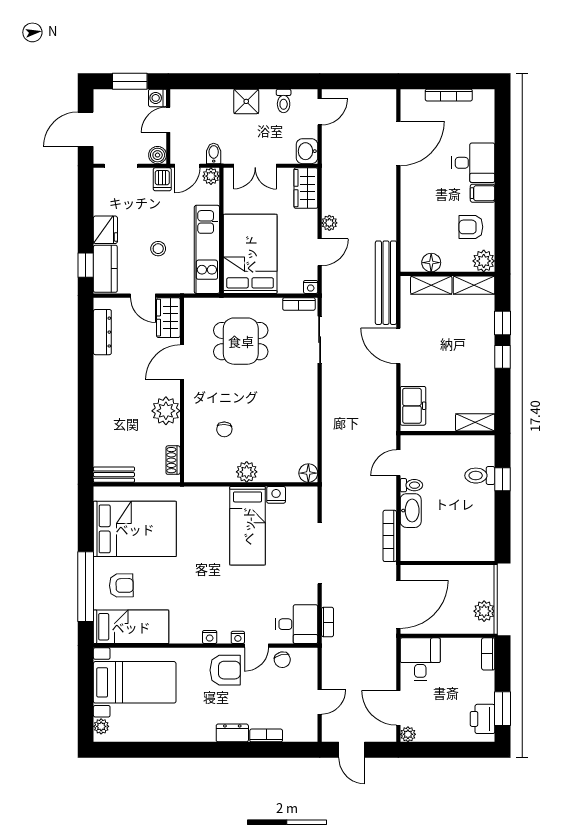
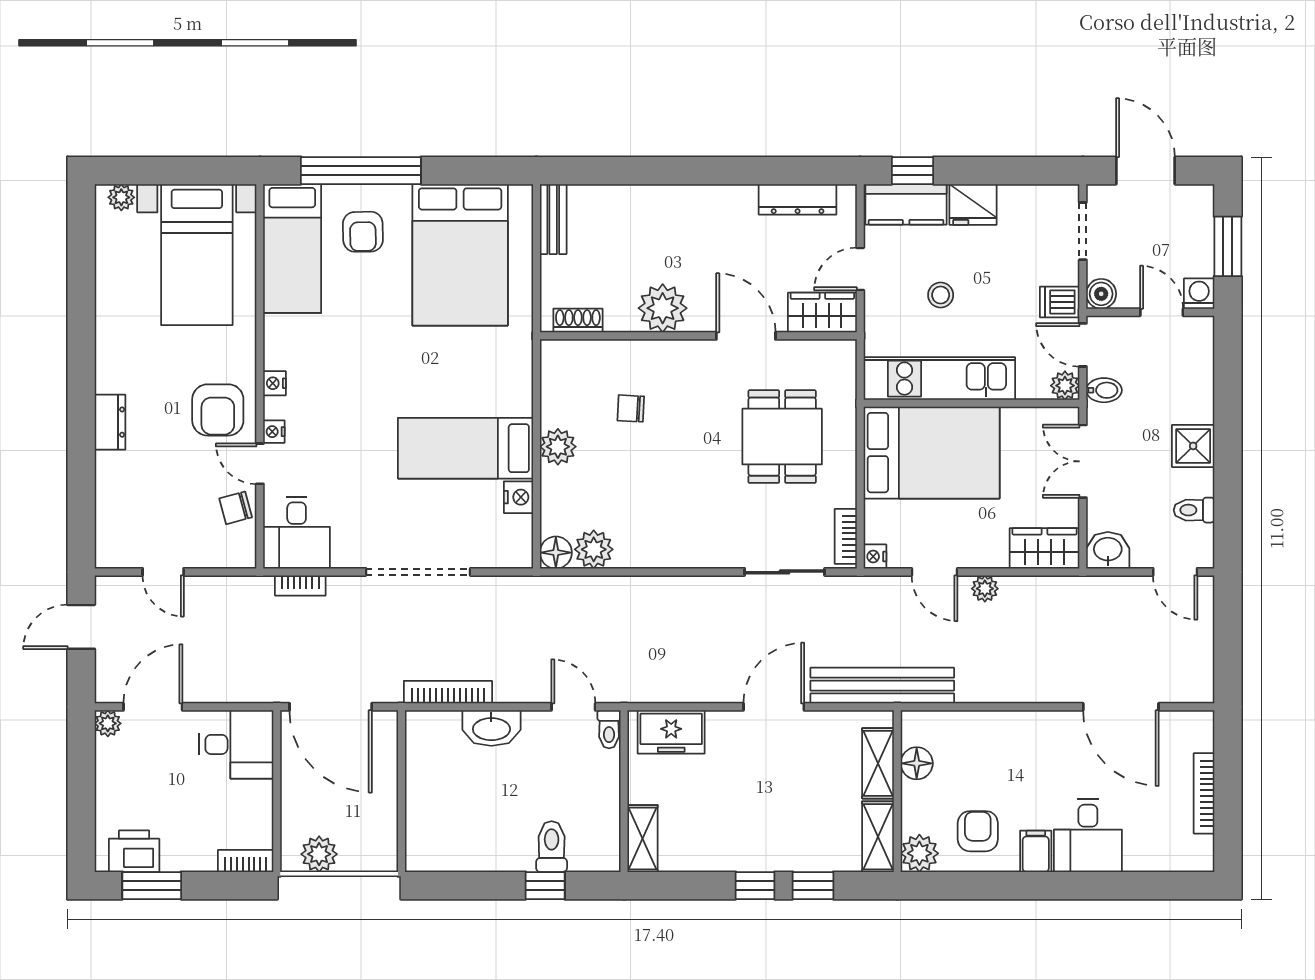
plant: (306, 451) -> (594, 549), added
toilet: (411, 485) -> (609, 729), moved
bookcase: (266, 735) -> (106, 480), removed

